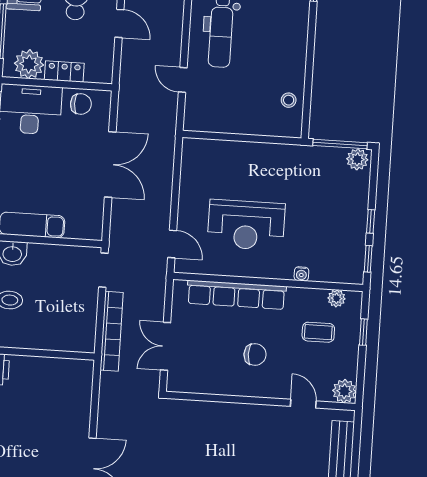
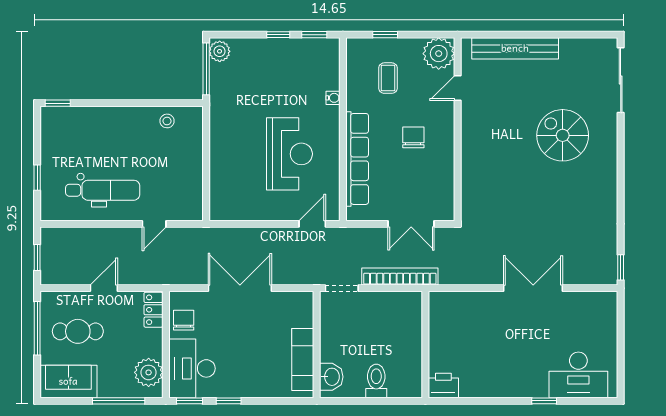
locker: (64, 71) -> (153, 310), moved
plant: (336, 298) -> (354, 63), removed
plant: (344, 391) -> (439, 54), width x1.36, depth x1.36

